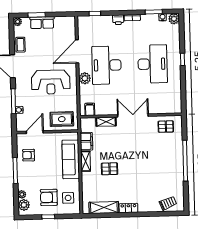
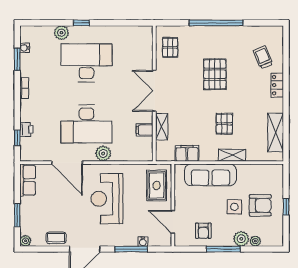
plant: (174, 19) -> (61, 33), moved
printer: (118, 20) -> (26, 129), moved
row of seats: (42, 23) -> (28, 180), moved
reception desk: (51, 82) -> (107, 199), turned 180
filing cabinet: (90, 109) -> (145, 130), moved
shelving: (86, 161) -> (232, 155), moved
pallet: (146, 161) -> (215, 74), added
armchair: (49, 197) -> (260, 205), turned -90
side table: (68, 198) -> (234, 207), moved
trolley: (168, 203) -> (263, 57), moved
plant: (24, 205) -> (241, 239), moved
locker: (128, 208) -> (277, 85), moved

